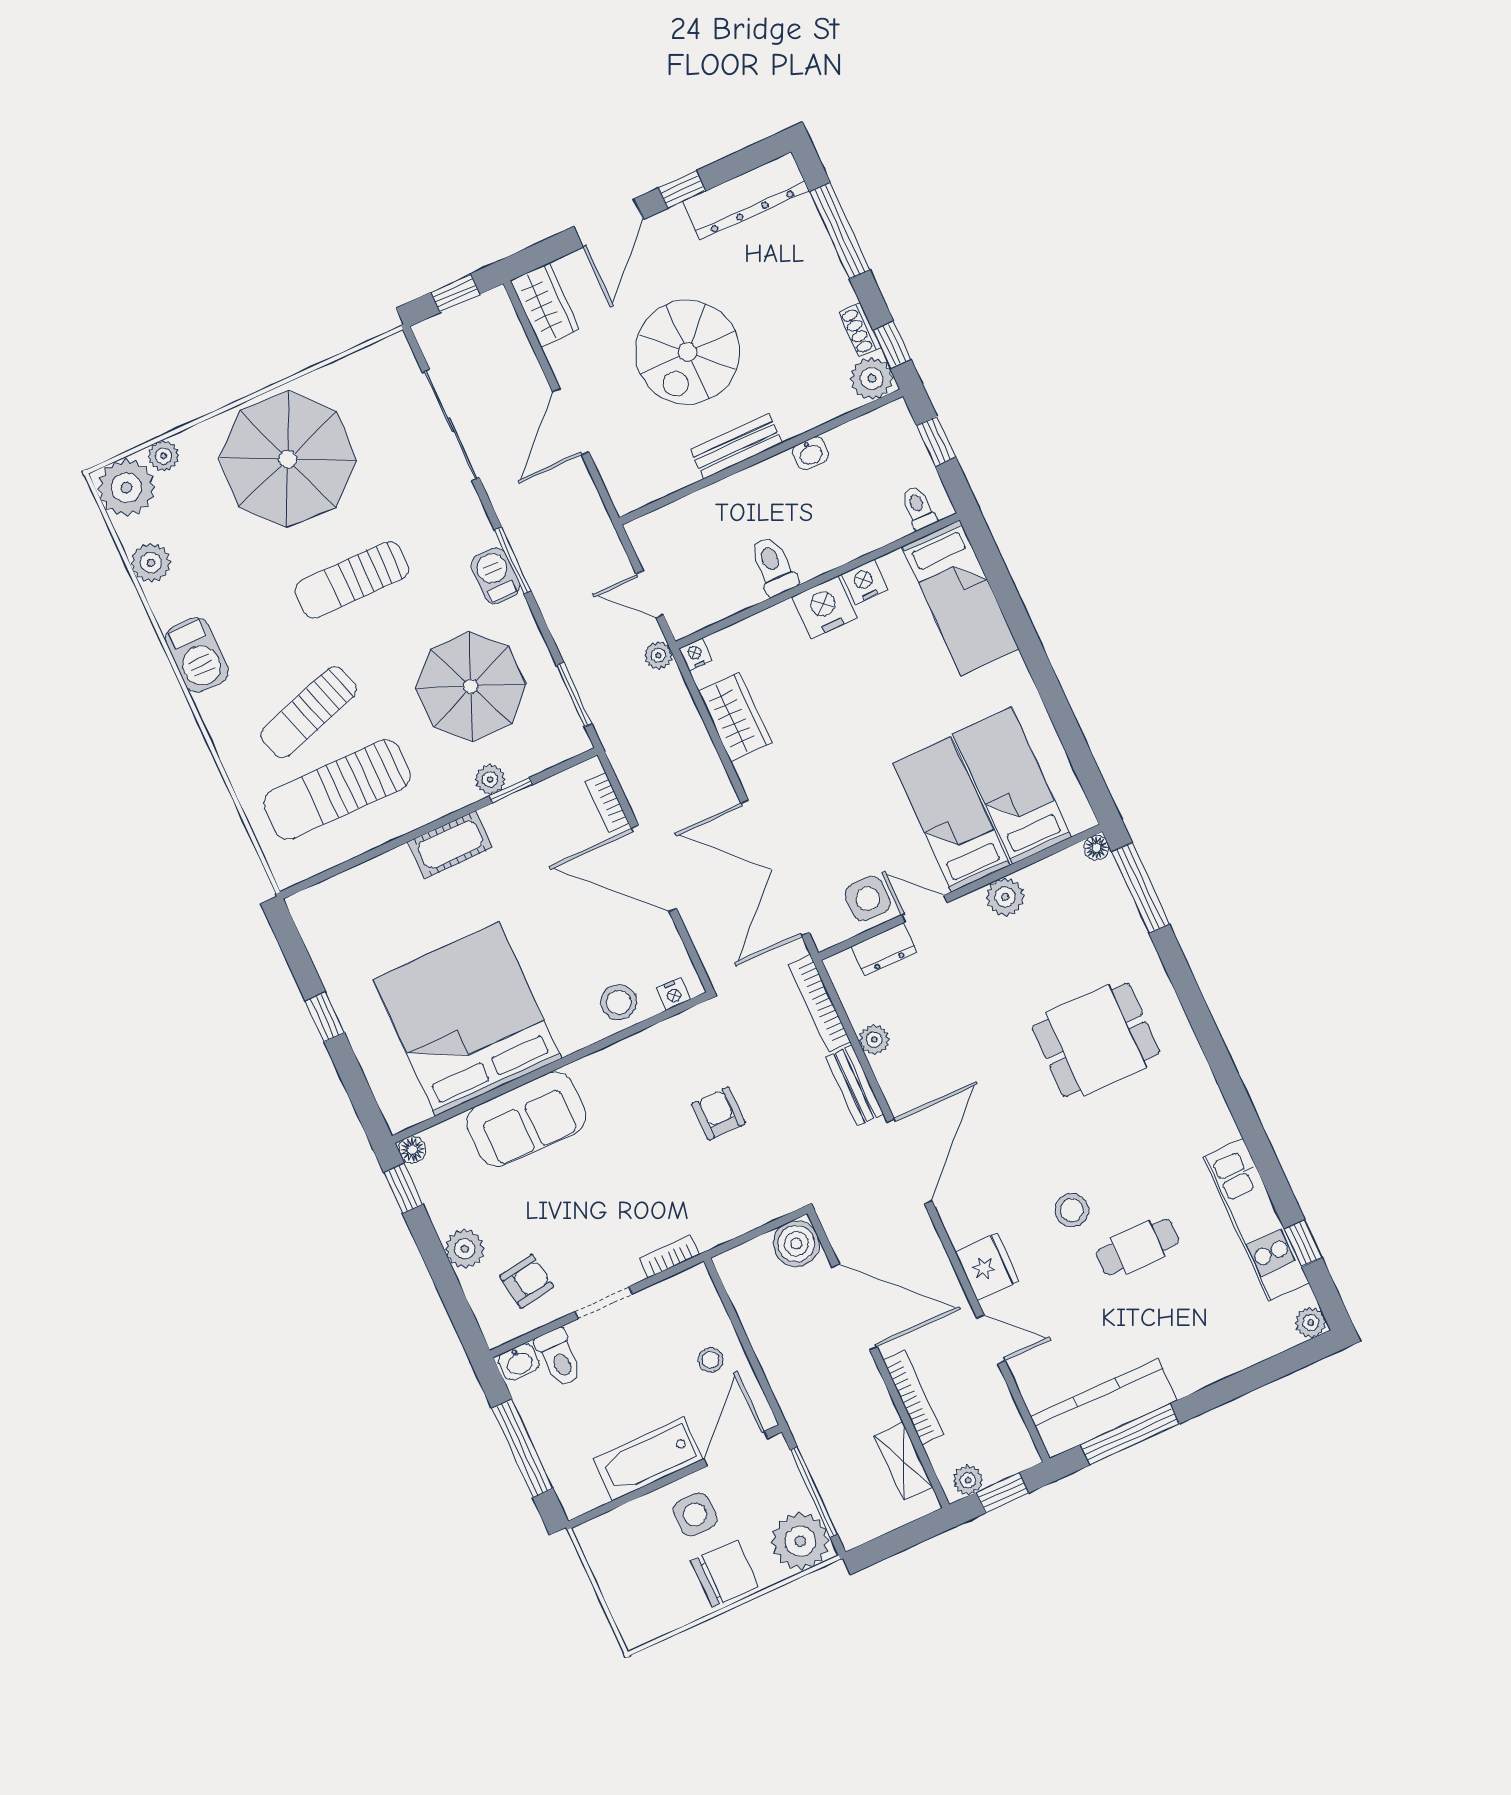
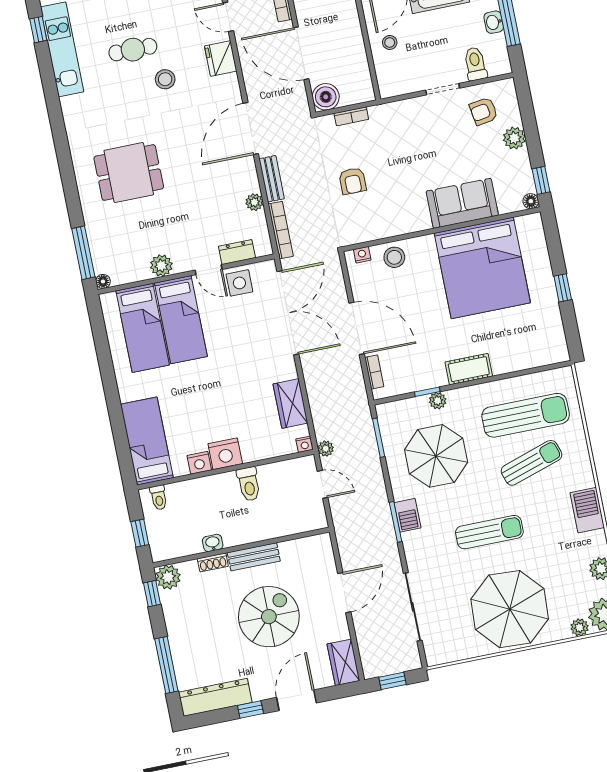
shoe rack: (860, 330) -> (213, 562), moved, turned 90
bookcase: (669, 1256) -> (351, 116), moved
washbasin: (519, 1362) -> (494, 22), moved, turned -90

